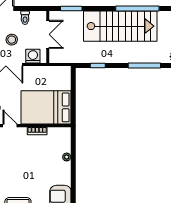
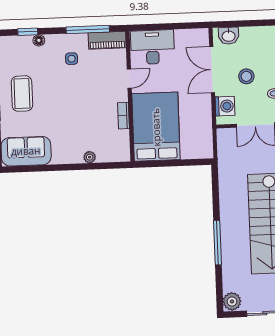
window: (98, 66) -> (216, 195), removed
window: (144, 66) -> (217, 243), moved

